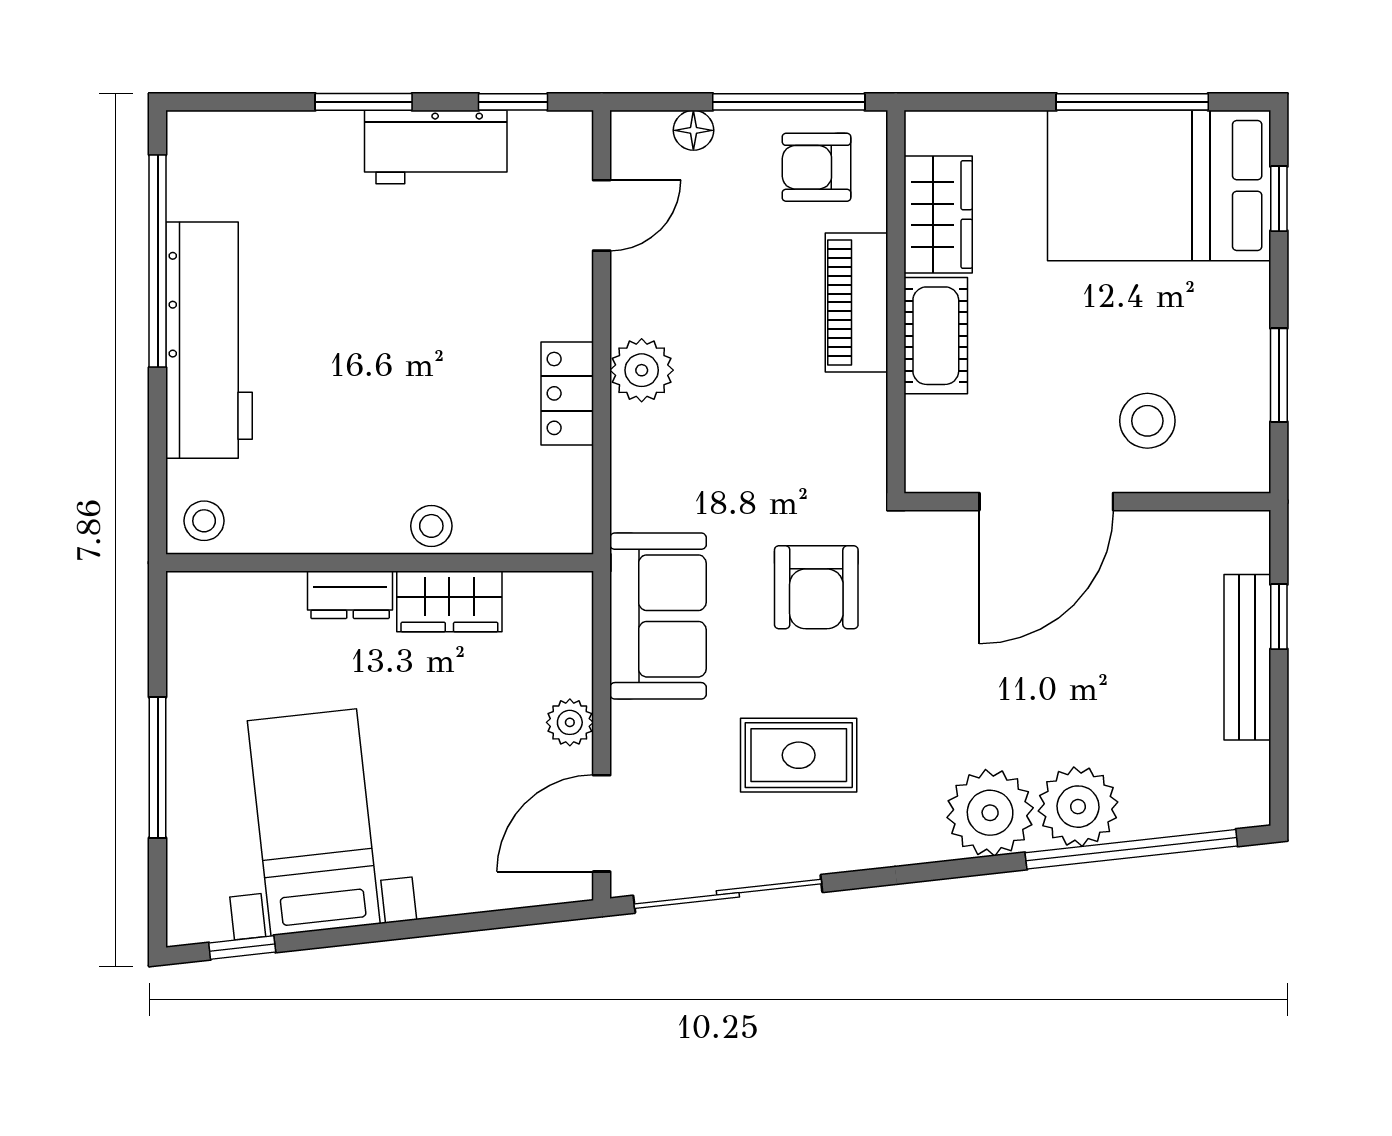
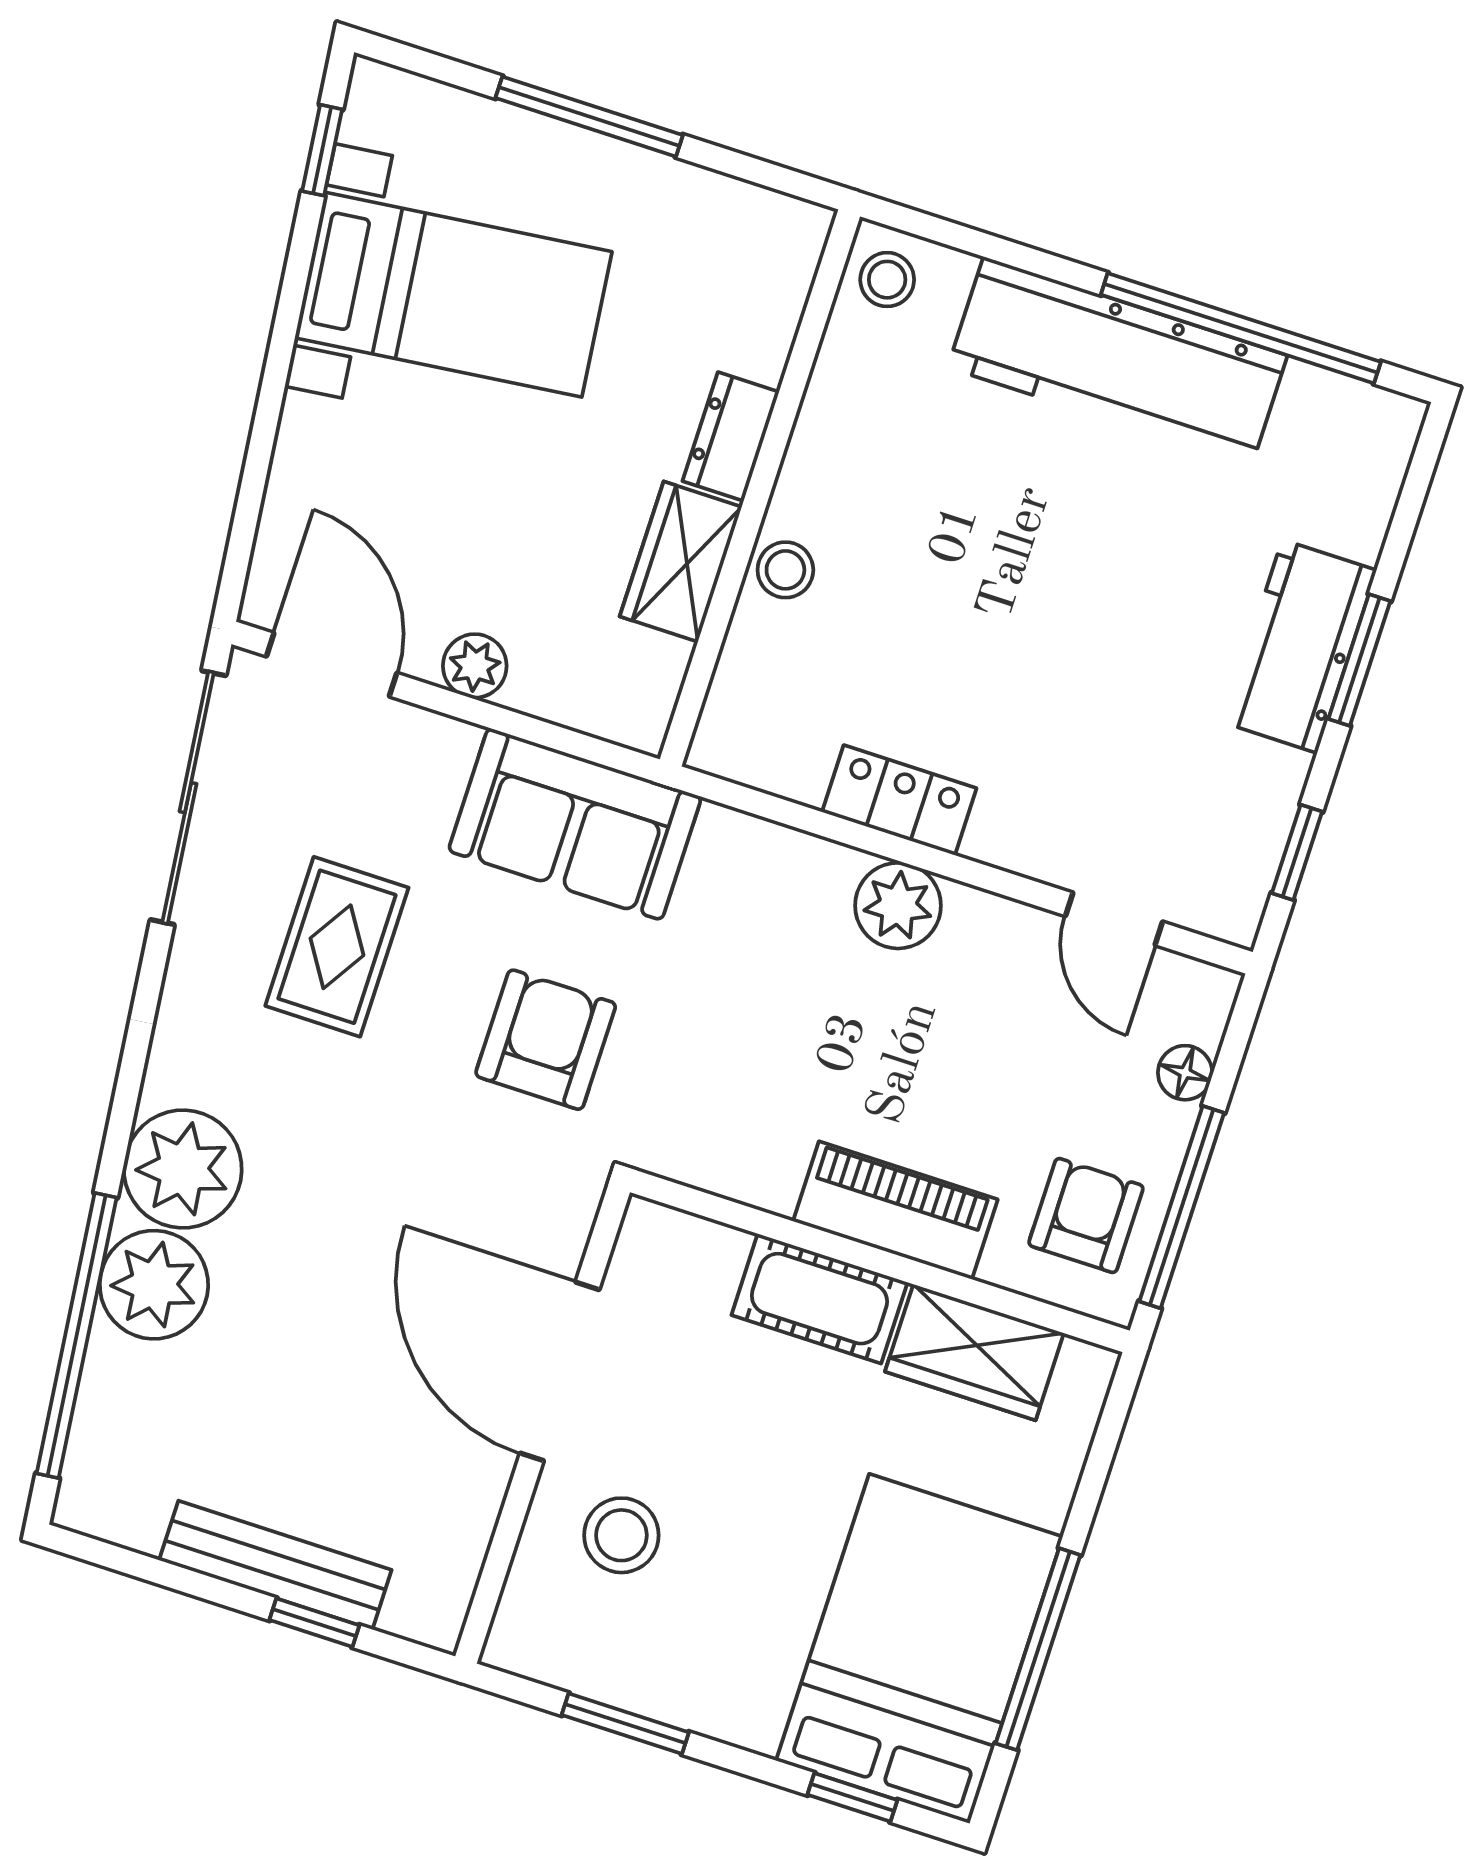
workbench: (436, 147) -> (1300, 646), moved
armchair: (816, 587) -> (546, 1040), turned 90

